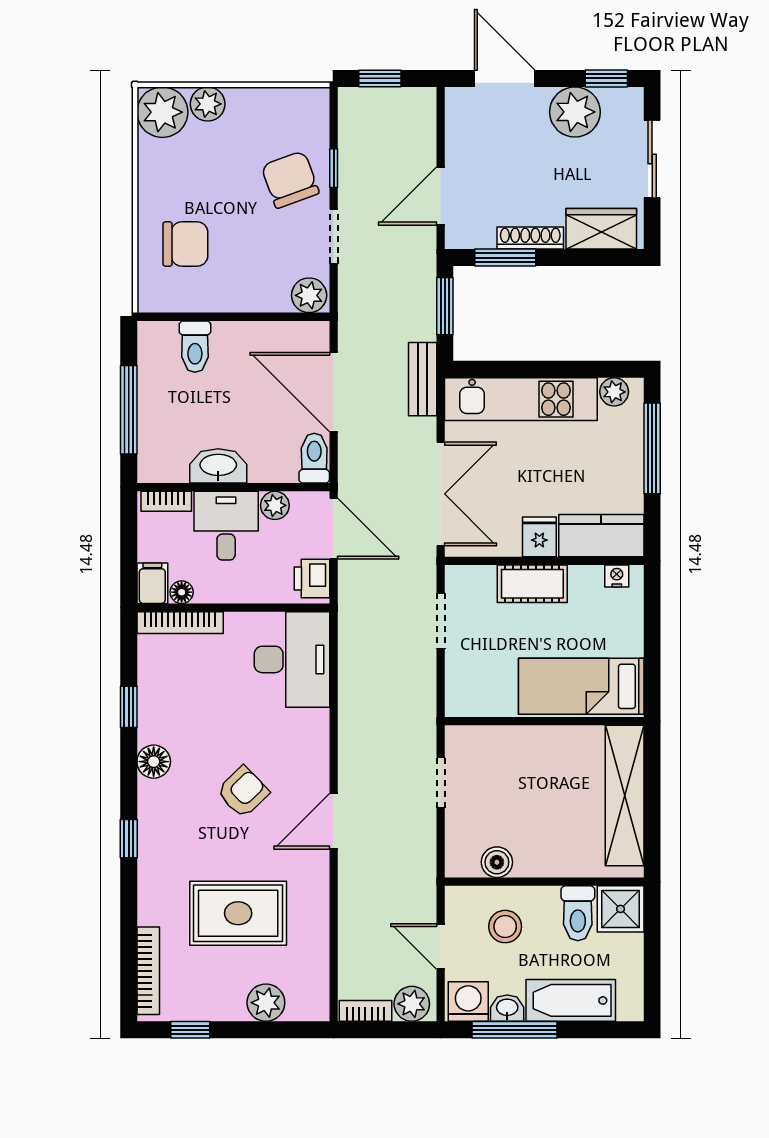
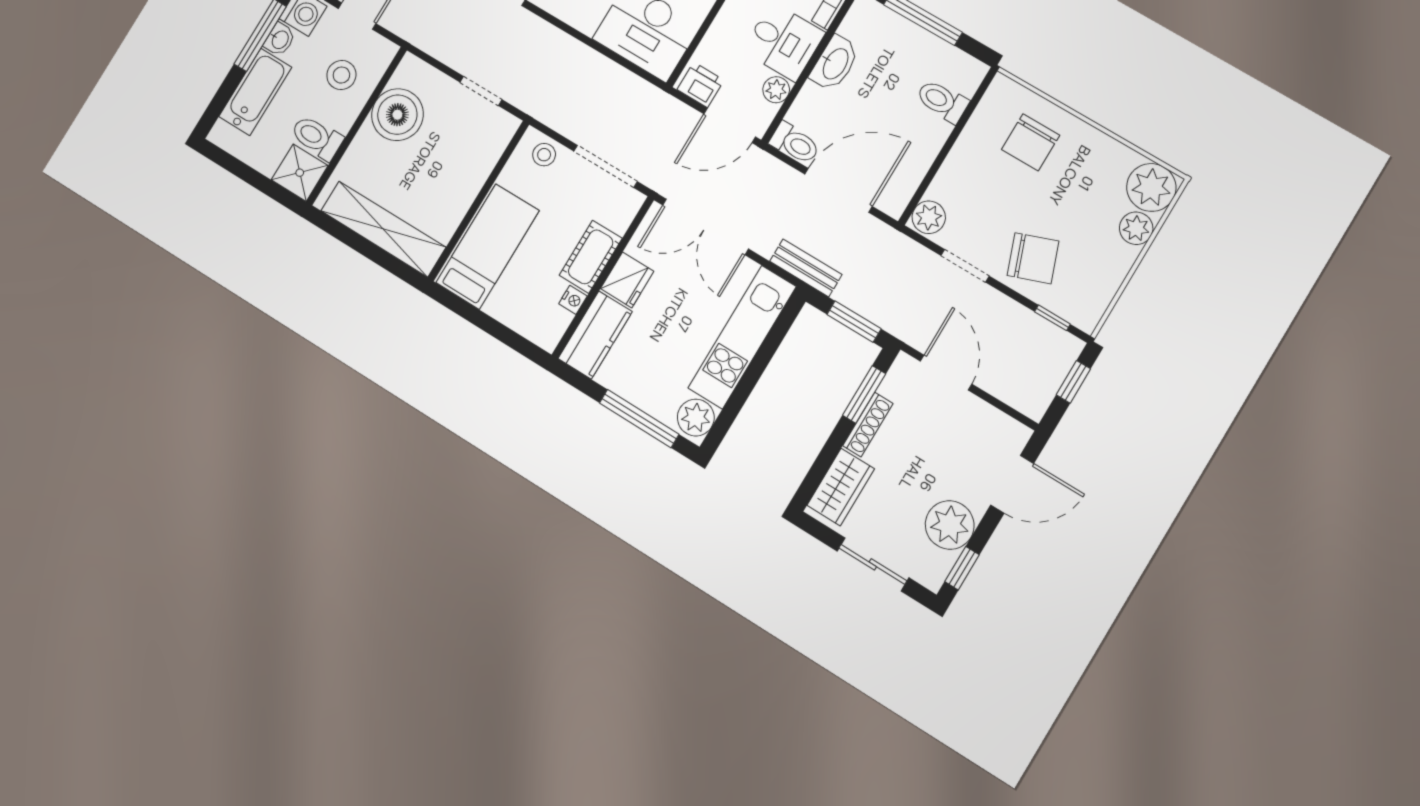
window: (334, 168) -> (1052, 318), moved
plant: (614, 392) -> (696, 418), width x1.38, depth x1.38
fridge: (539, 537) -> (627, 280), width x1.38
nightstand: (617, 576) -> (573, 300), moved
doorway: (441, 621) -> (606, 166), width x1.38
stool: (464, 686) -> (544, 155), added
boiler: (497, 862) -> (397, 115), width x1.86, depth x1.86

